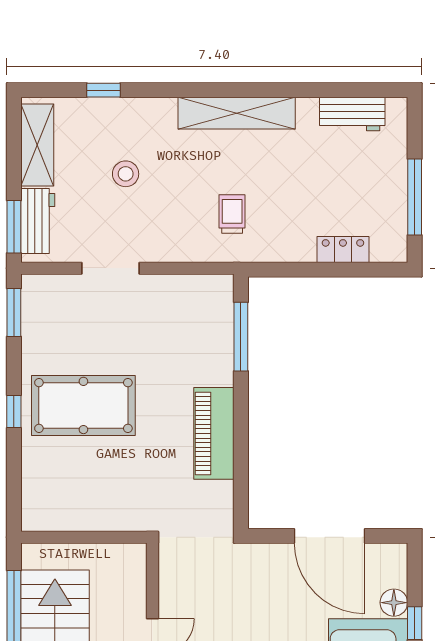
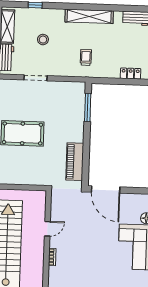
piano: (214, 433) -> (75, 162), moved
door: (329, 536) -> (106, 190), moved

